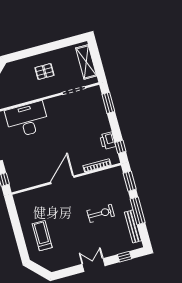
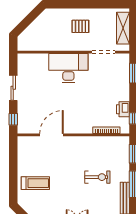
desk: (27, 120) -> (68, 68), moved
door: (62, 180) -> (52, 135), moved
treadmill: (42, 236) -> (35, 183), turned 90

